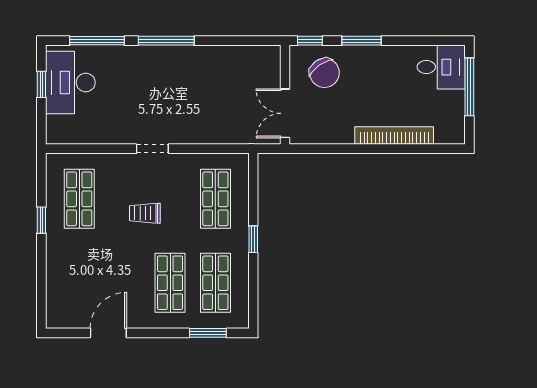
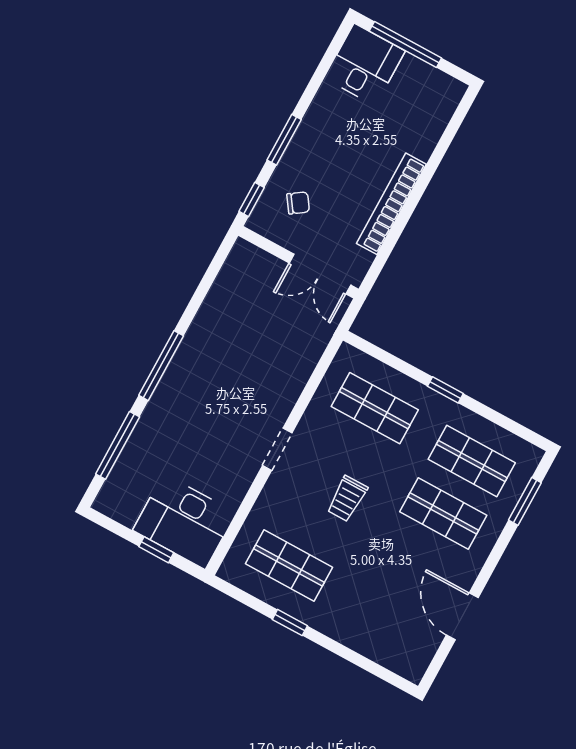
chair: (324, 73) -> (298, 203), width x0.54, depth x0.54
desk: (70, 82) -> (184, 522), moved
window: (41, 84) -> (156, 550), moved
bookcase: (394, 136) -> (391, 204), moved

